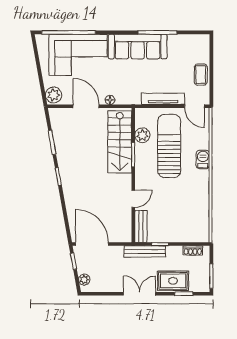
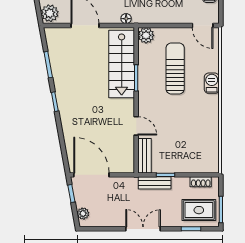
tv unit: (163, 99) -> (168, 17), removed
floor lamp: (110, 100) -> (126, 19), moved
plant: (142, 135) -> (146, 35), moved
sun lounger: (169, 146) -> (175, 69), width x0.73, depth x0.75
door: (133, 199) -> (136, 126), hinge flipped
bench: (145, 251) -> (155, 183), width x0.73
rug: (173, 281) -> (199, 210), moved

